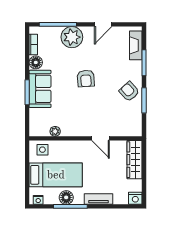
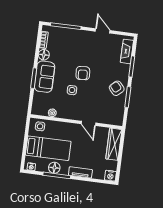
door: (103, 24) -> (103, 31), swing flipped
plant: (72, 37) -> (76, 38), removed
side table: (75, 101) -> (72, 90), added

